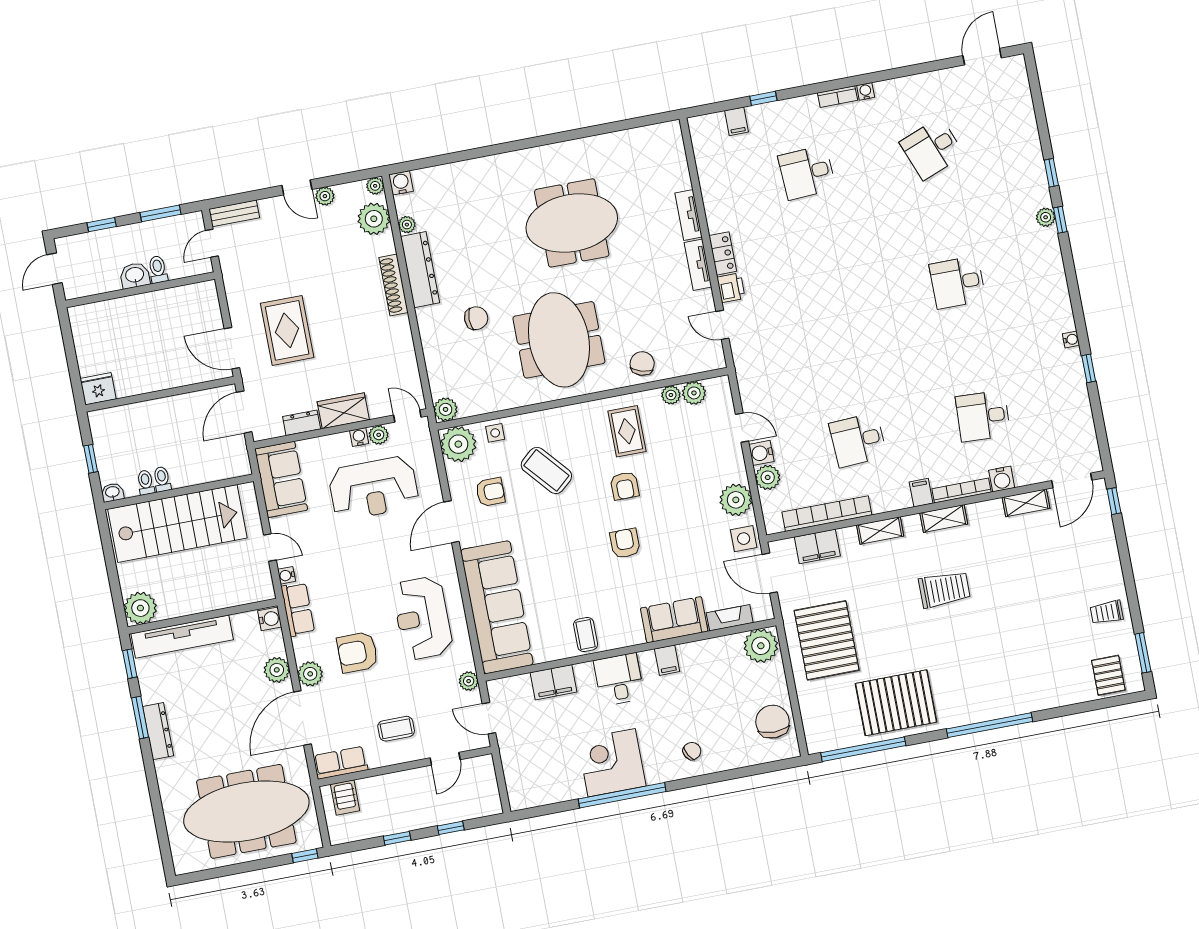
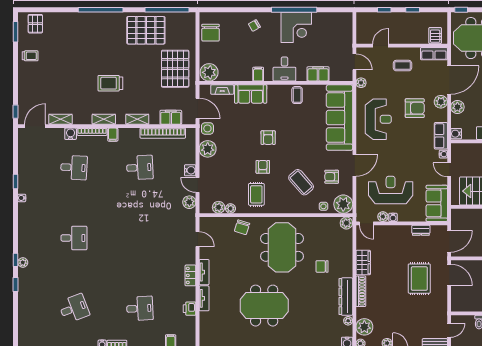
printer: (731, 288) -> (190, 309), moved
wardrobe: (343, 411) -> (363, 263), moved, turned -90
plant: (768, 477) -> (189, 202), moved

